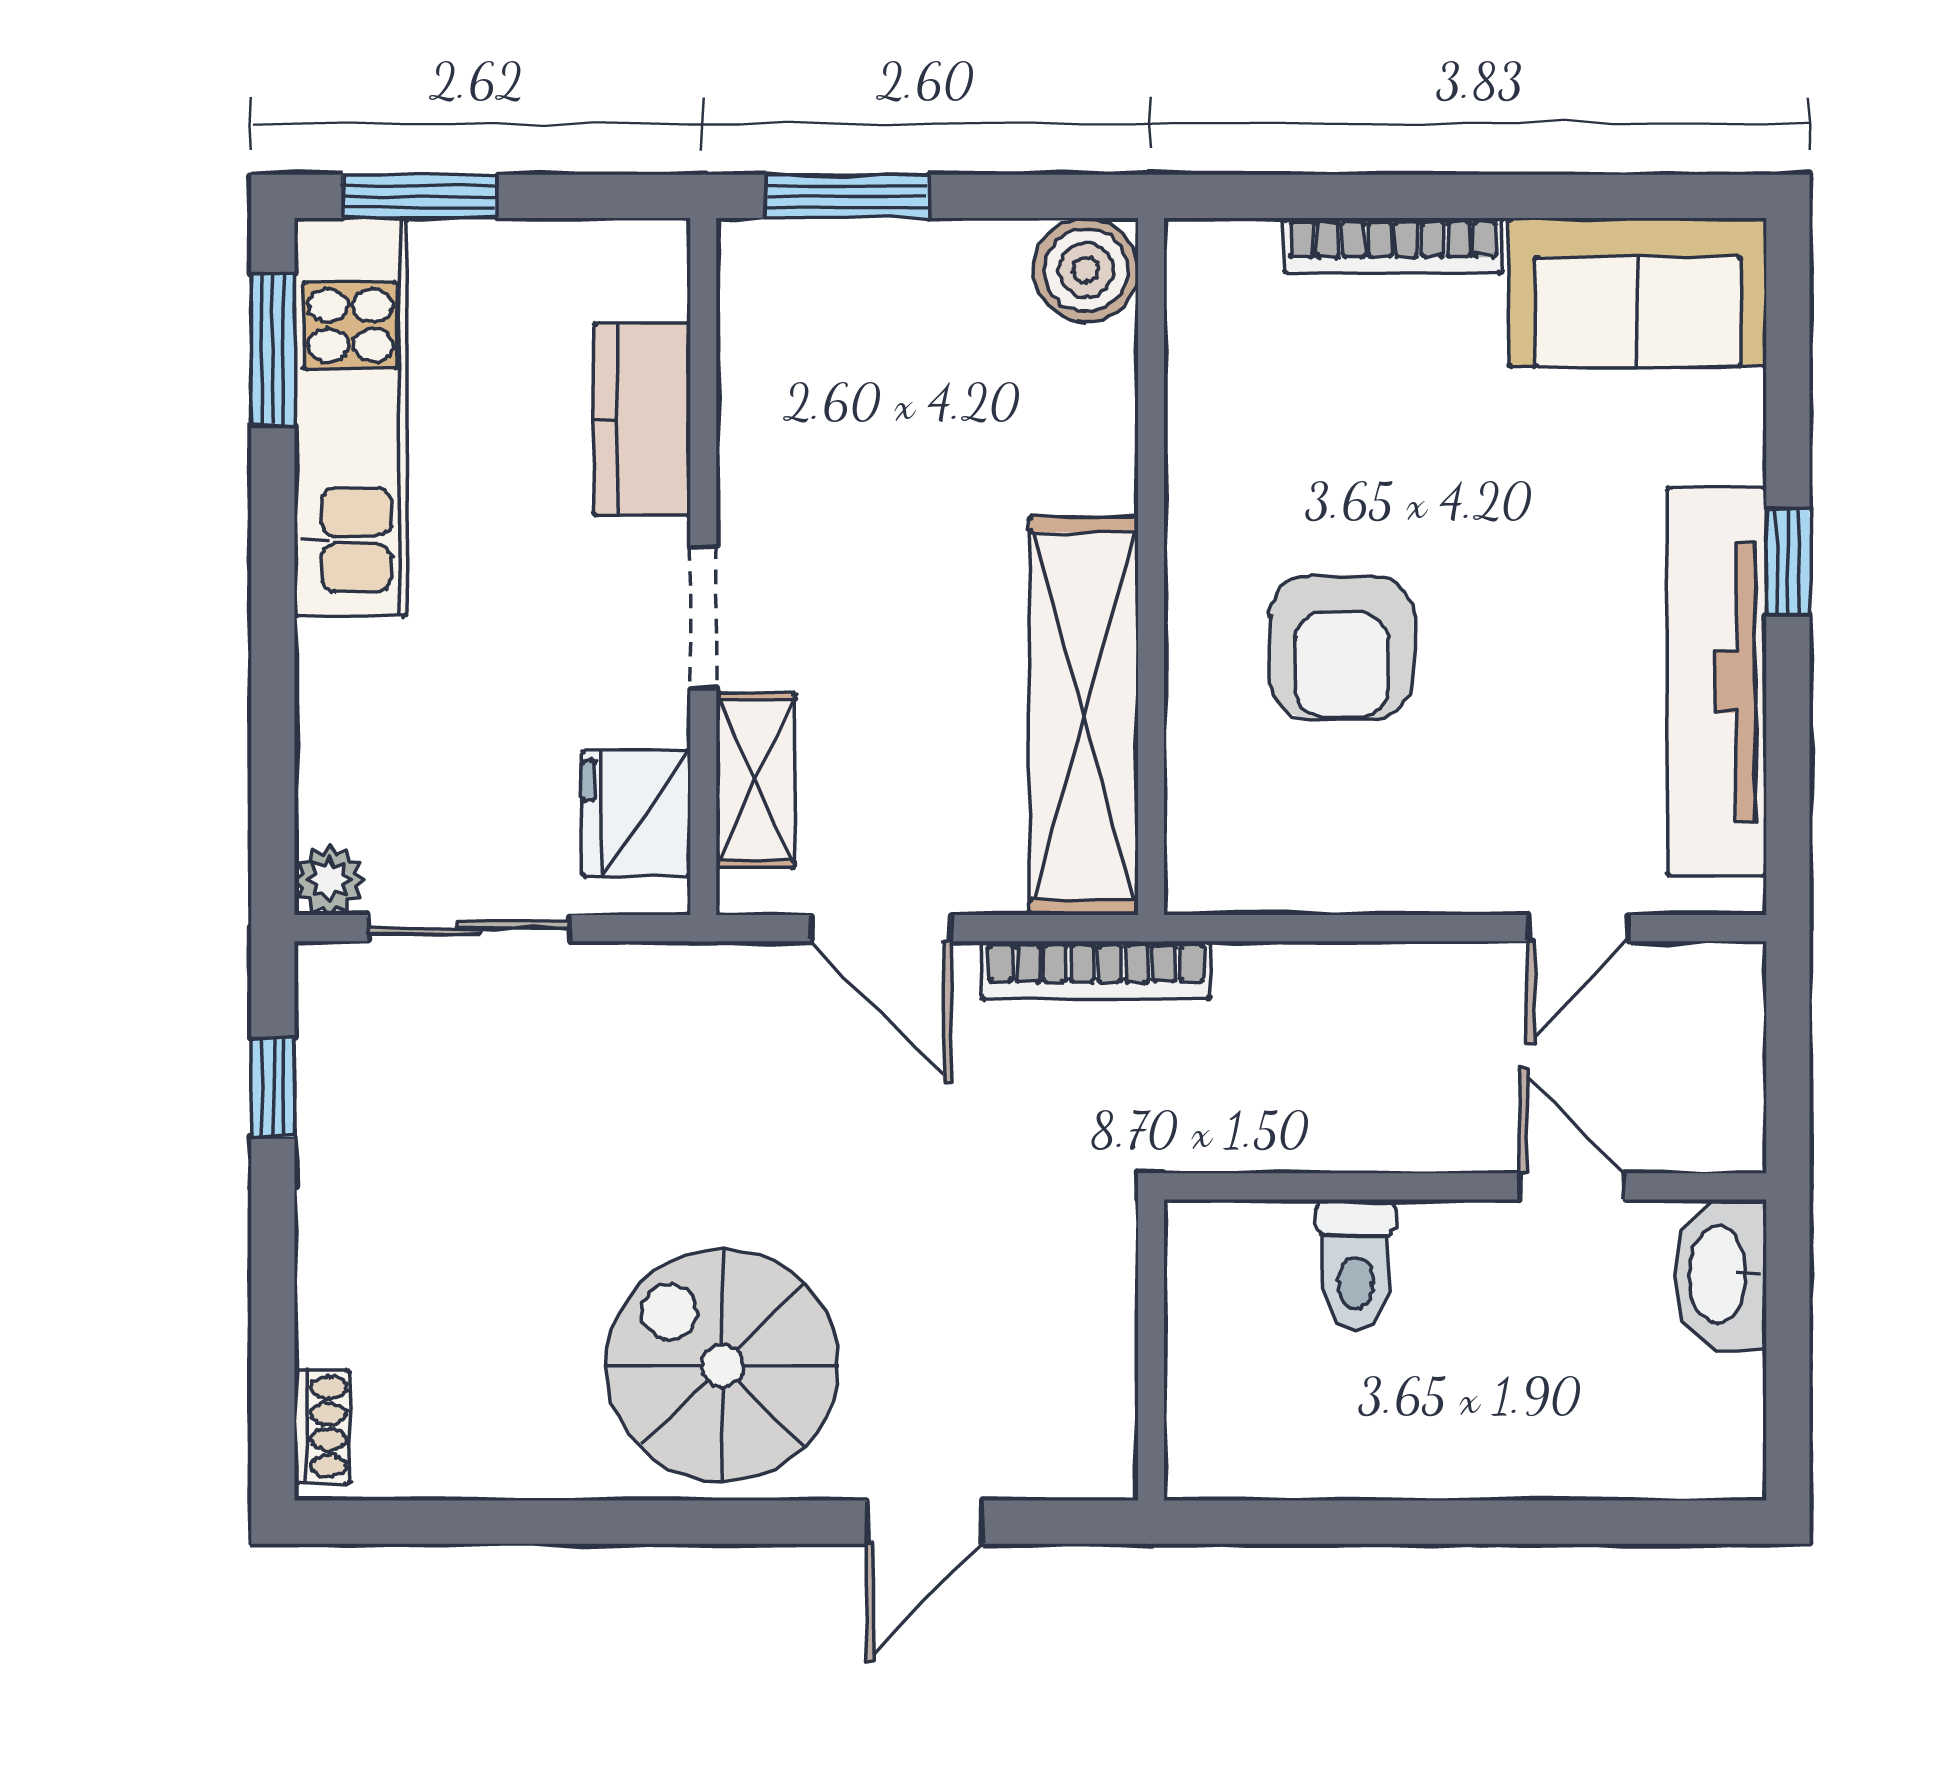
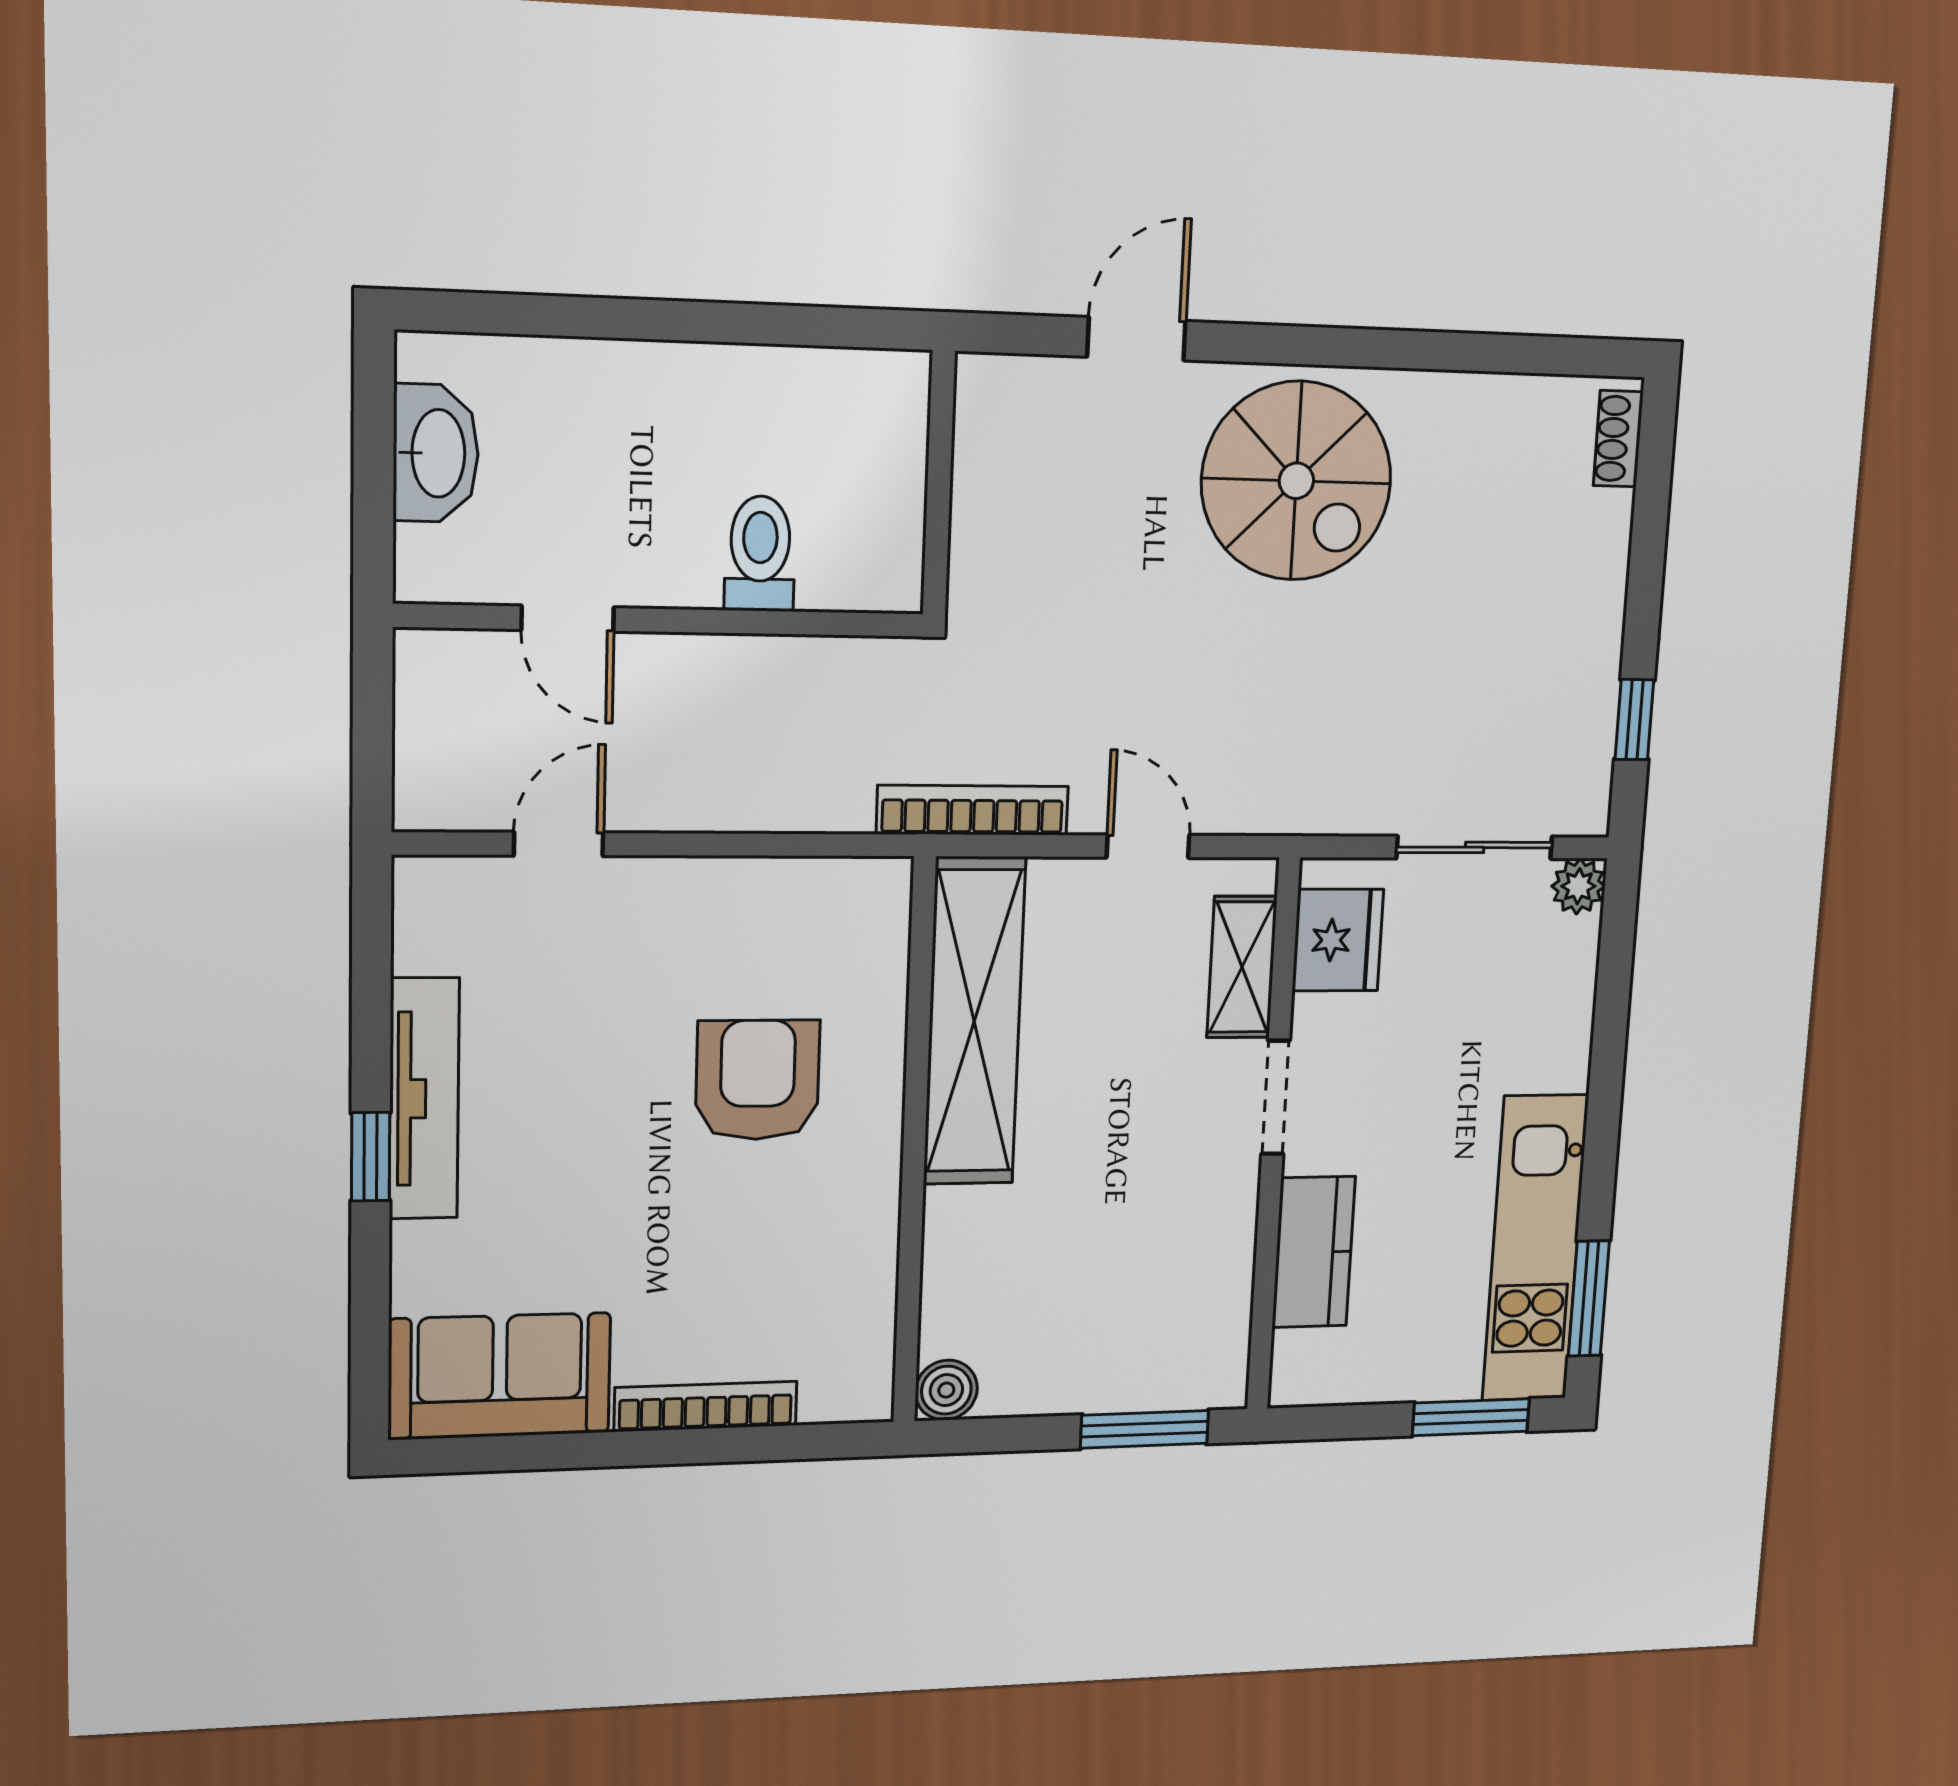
boiler: (1086, 270) -> (946, 1390), width x0.73, depth x0.73
tv unit: (1717, 681) -> (424, 1099), width x0.73, depth x0.78
door: (881, 928) -> (1148, 846), width x0.73
washbasin: (1720, 1275) -> (436, 453), moved

